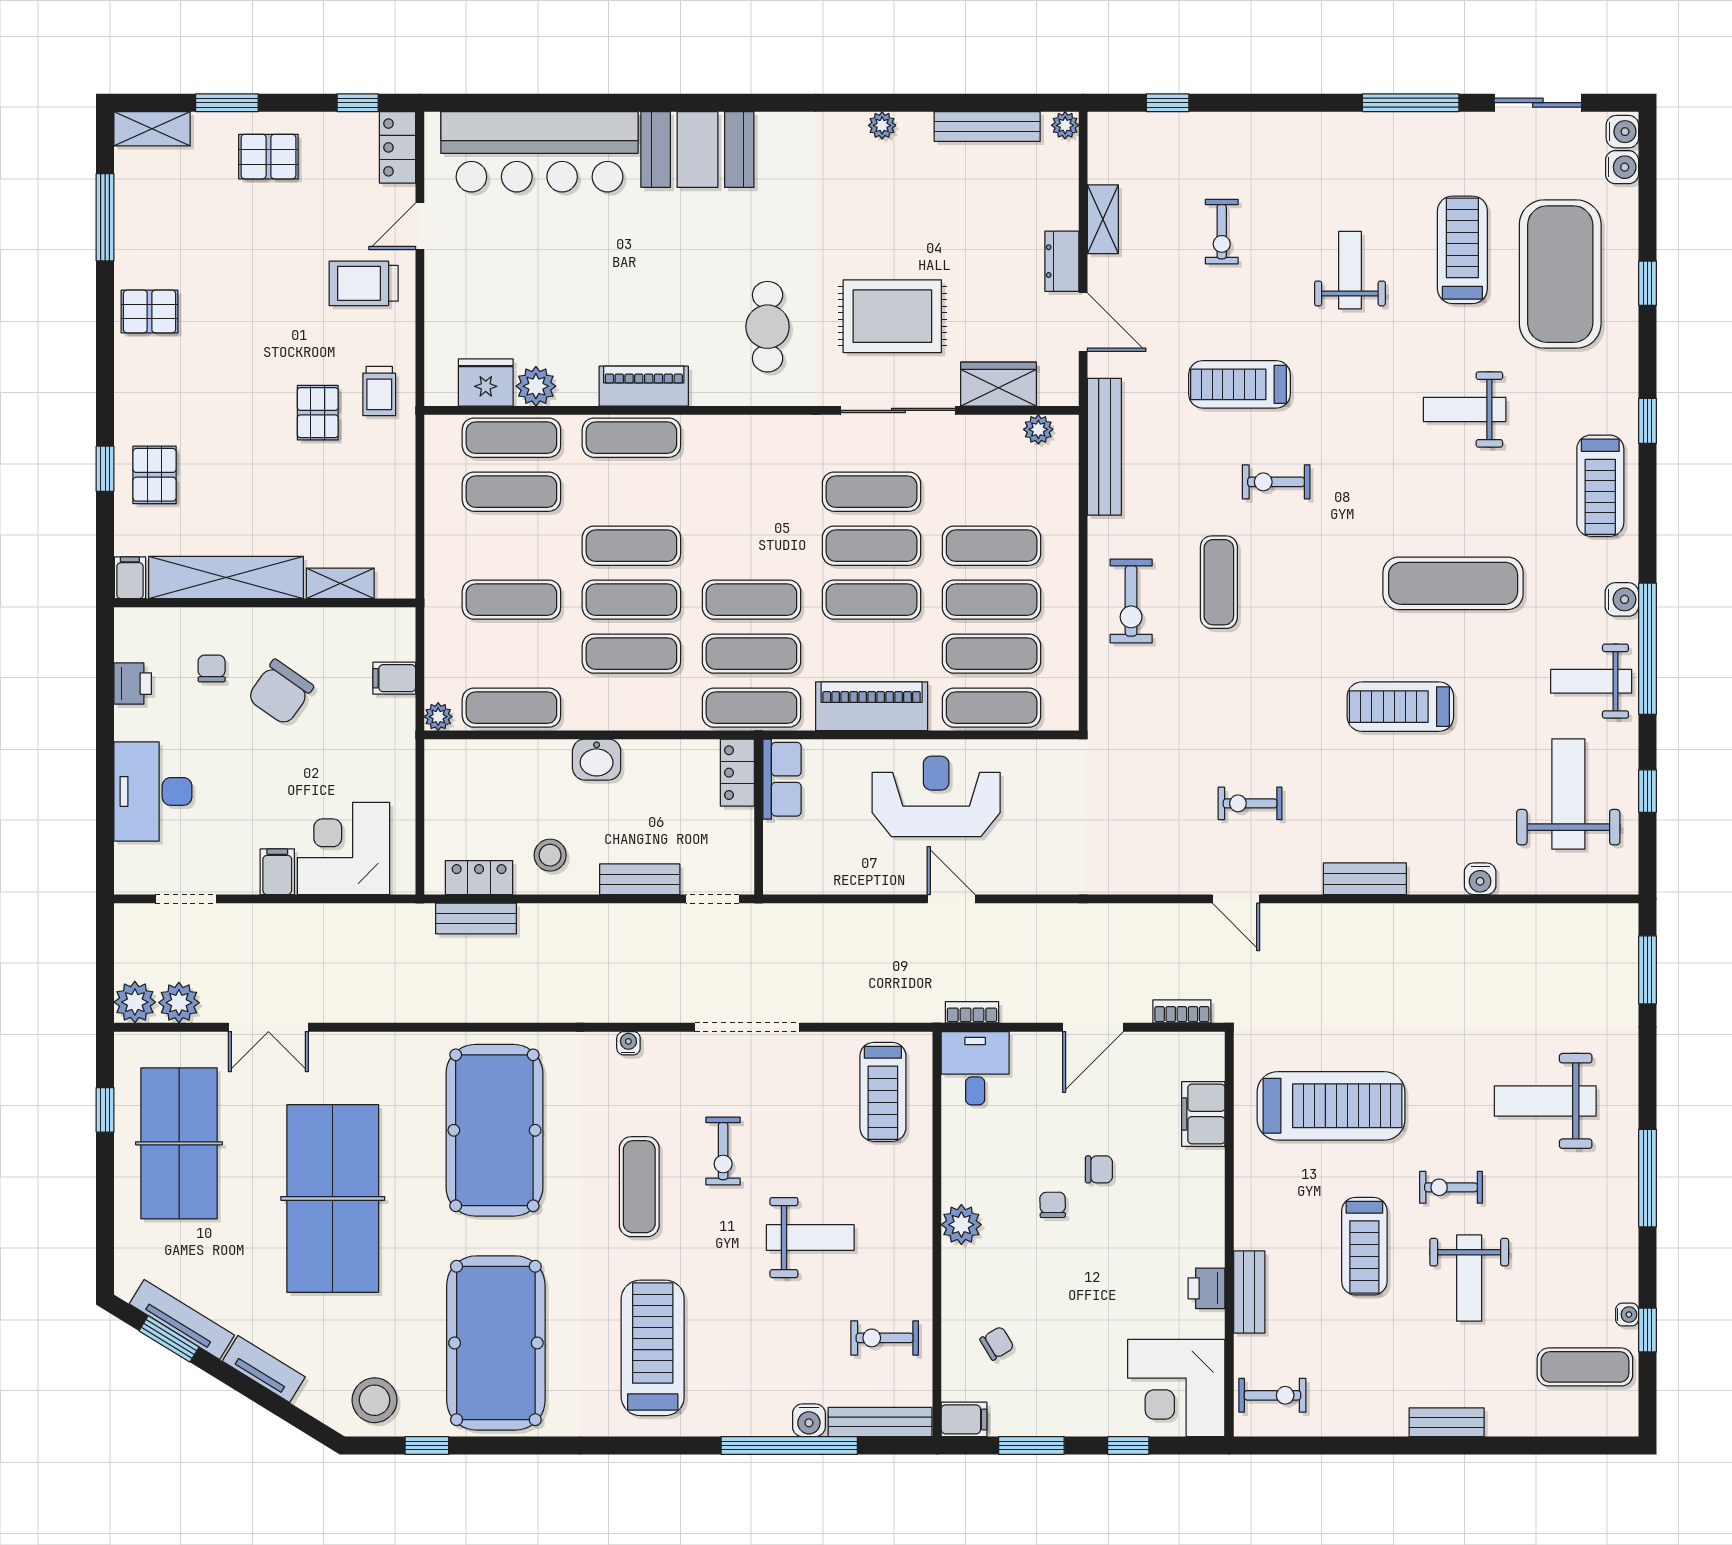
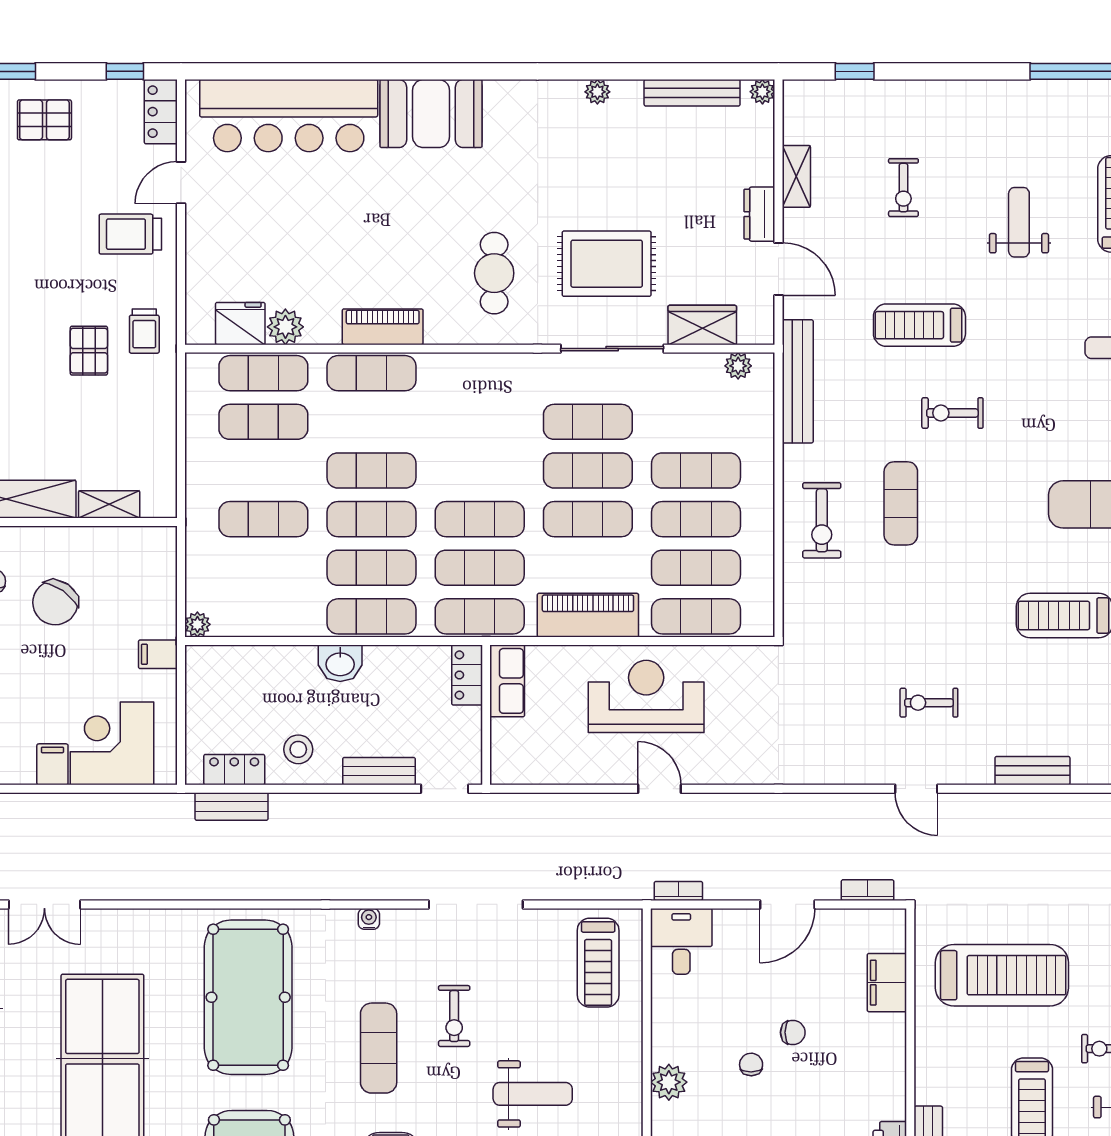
filing cabinet: (394, 678) -> (158, 654), moved
exercise mat: (511, 708) -> (372, 616), moved

